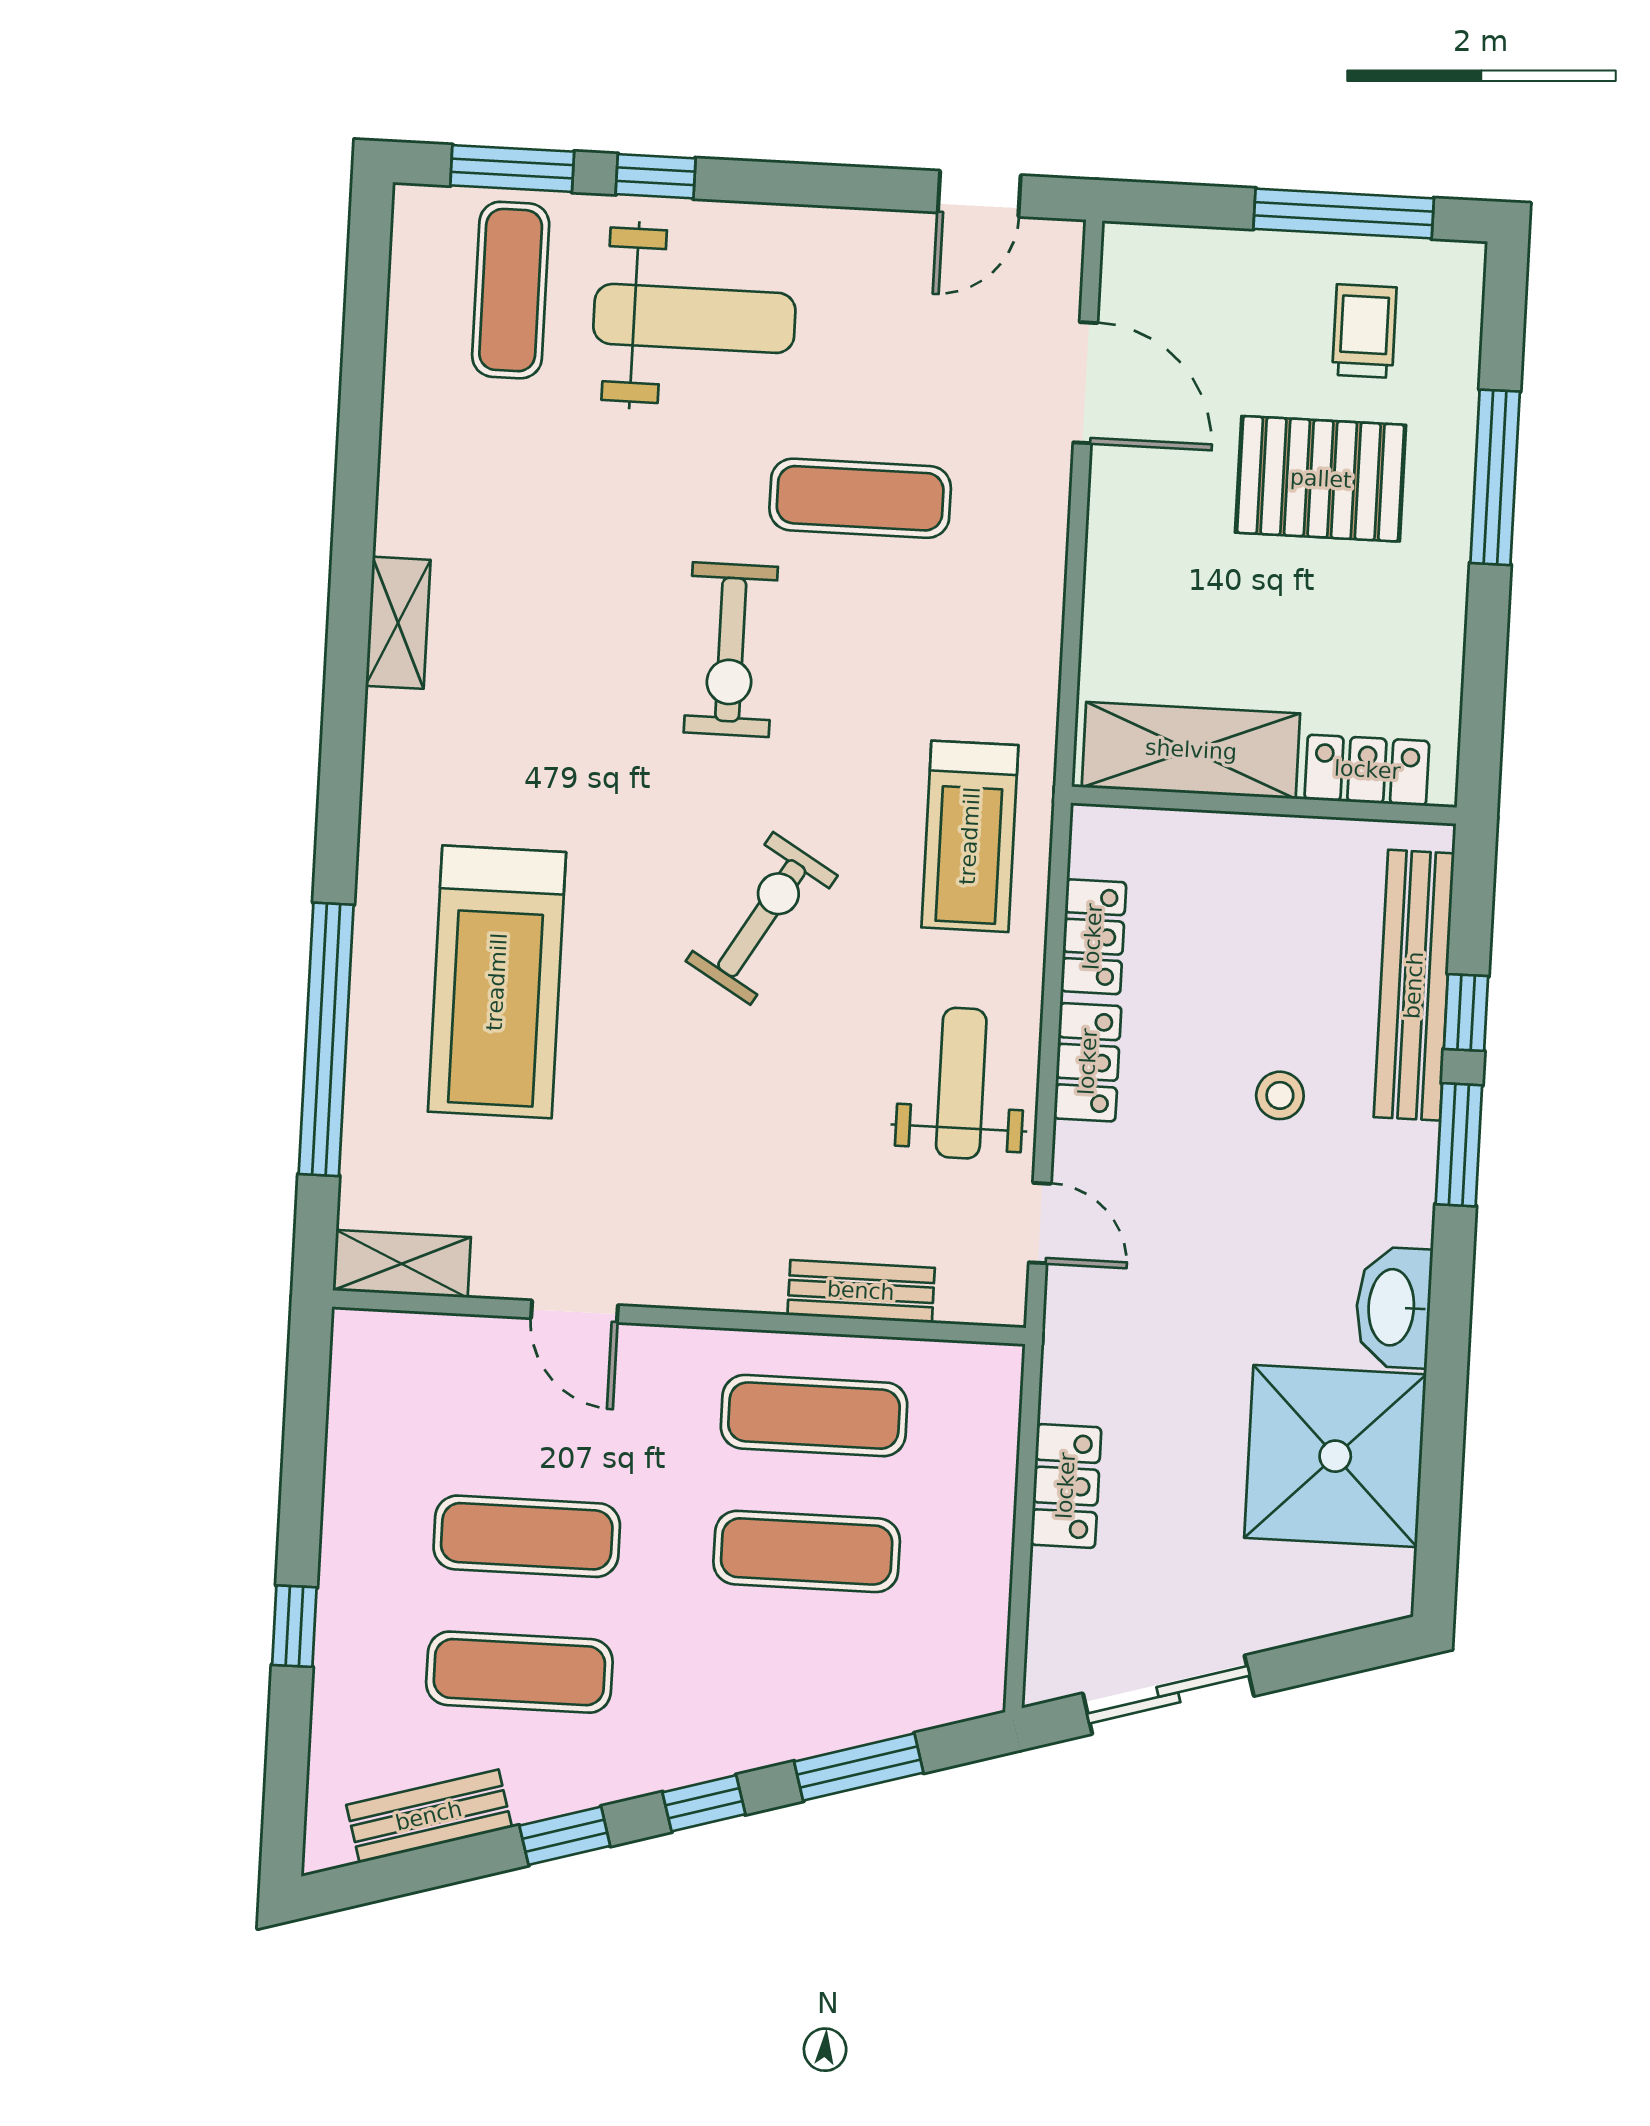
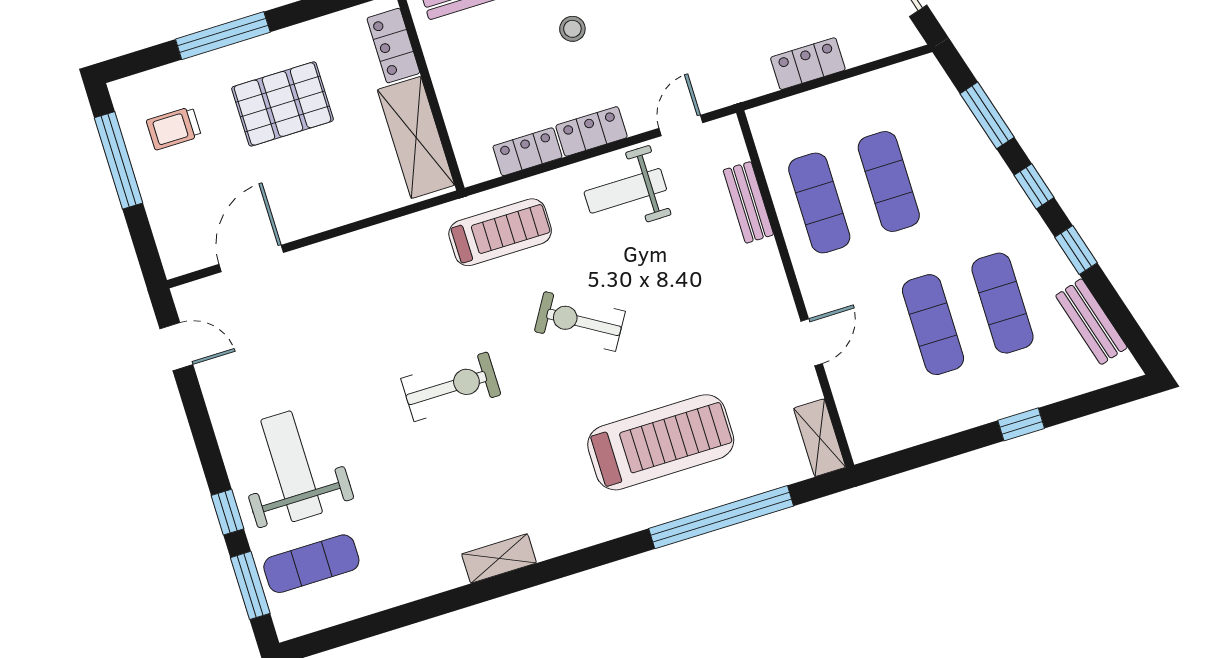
pallet: (1321, 479) -> (283, 104), moved, turned 90
exercise mat: (860, 498) -> (351, 350), removed

